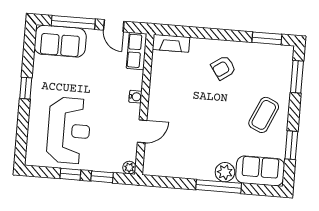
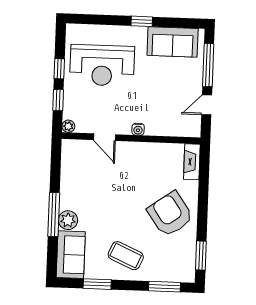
sofa: (60, 41) -> (173, 42), moved, turned -90
row of seats: (137, 51) -> (183, 128), removed
armchair: (223, 68) -> (170, 214), width x1.88, depth x1.88

